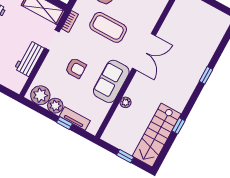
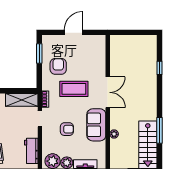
workbench: (29, 58) -> (31, 151), moved
window: (206, 75) -> (159, 68), moved
window: (178, 126) -> (159, 130), width x2.17

